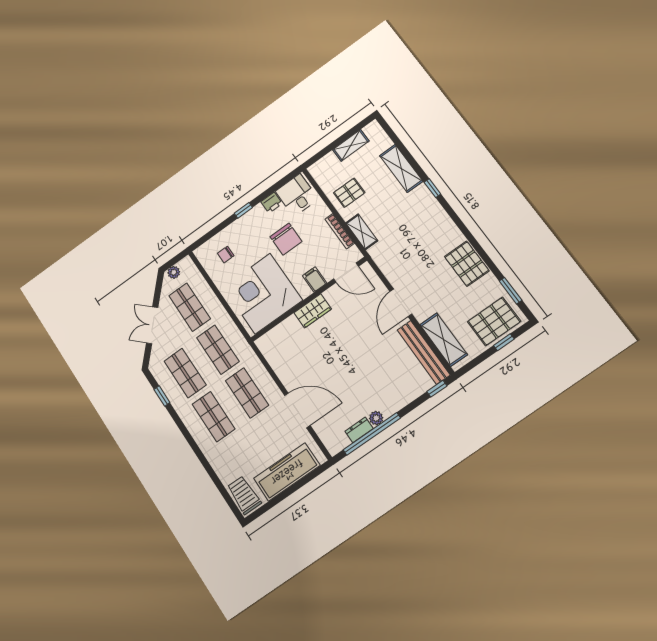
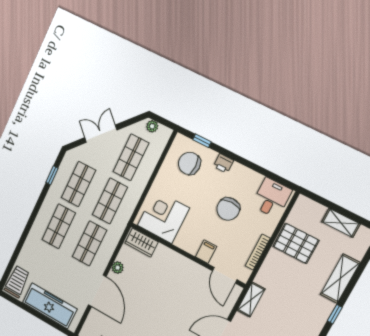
pallet: (349, 193) -> (296, 243), width x1.50, depth x1.42
printer: (272, 203) -> (223, 163), moved
window: (243, 210) -> (202, 141), moved
shelving: (362, 232) -> (251, 300), moved
chair: (226, 255) -> (189, 163), width x1.87, depth x1.87
corner desk: (263, 294) -> (163, 217), width x0.74, depth x0.74
wardrobe: (313, 311) -> (141, 243), moved
plant: (285, 376) -> (118, 268), added

